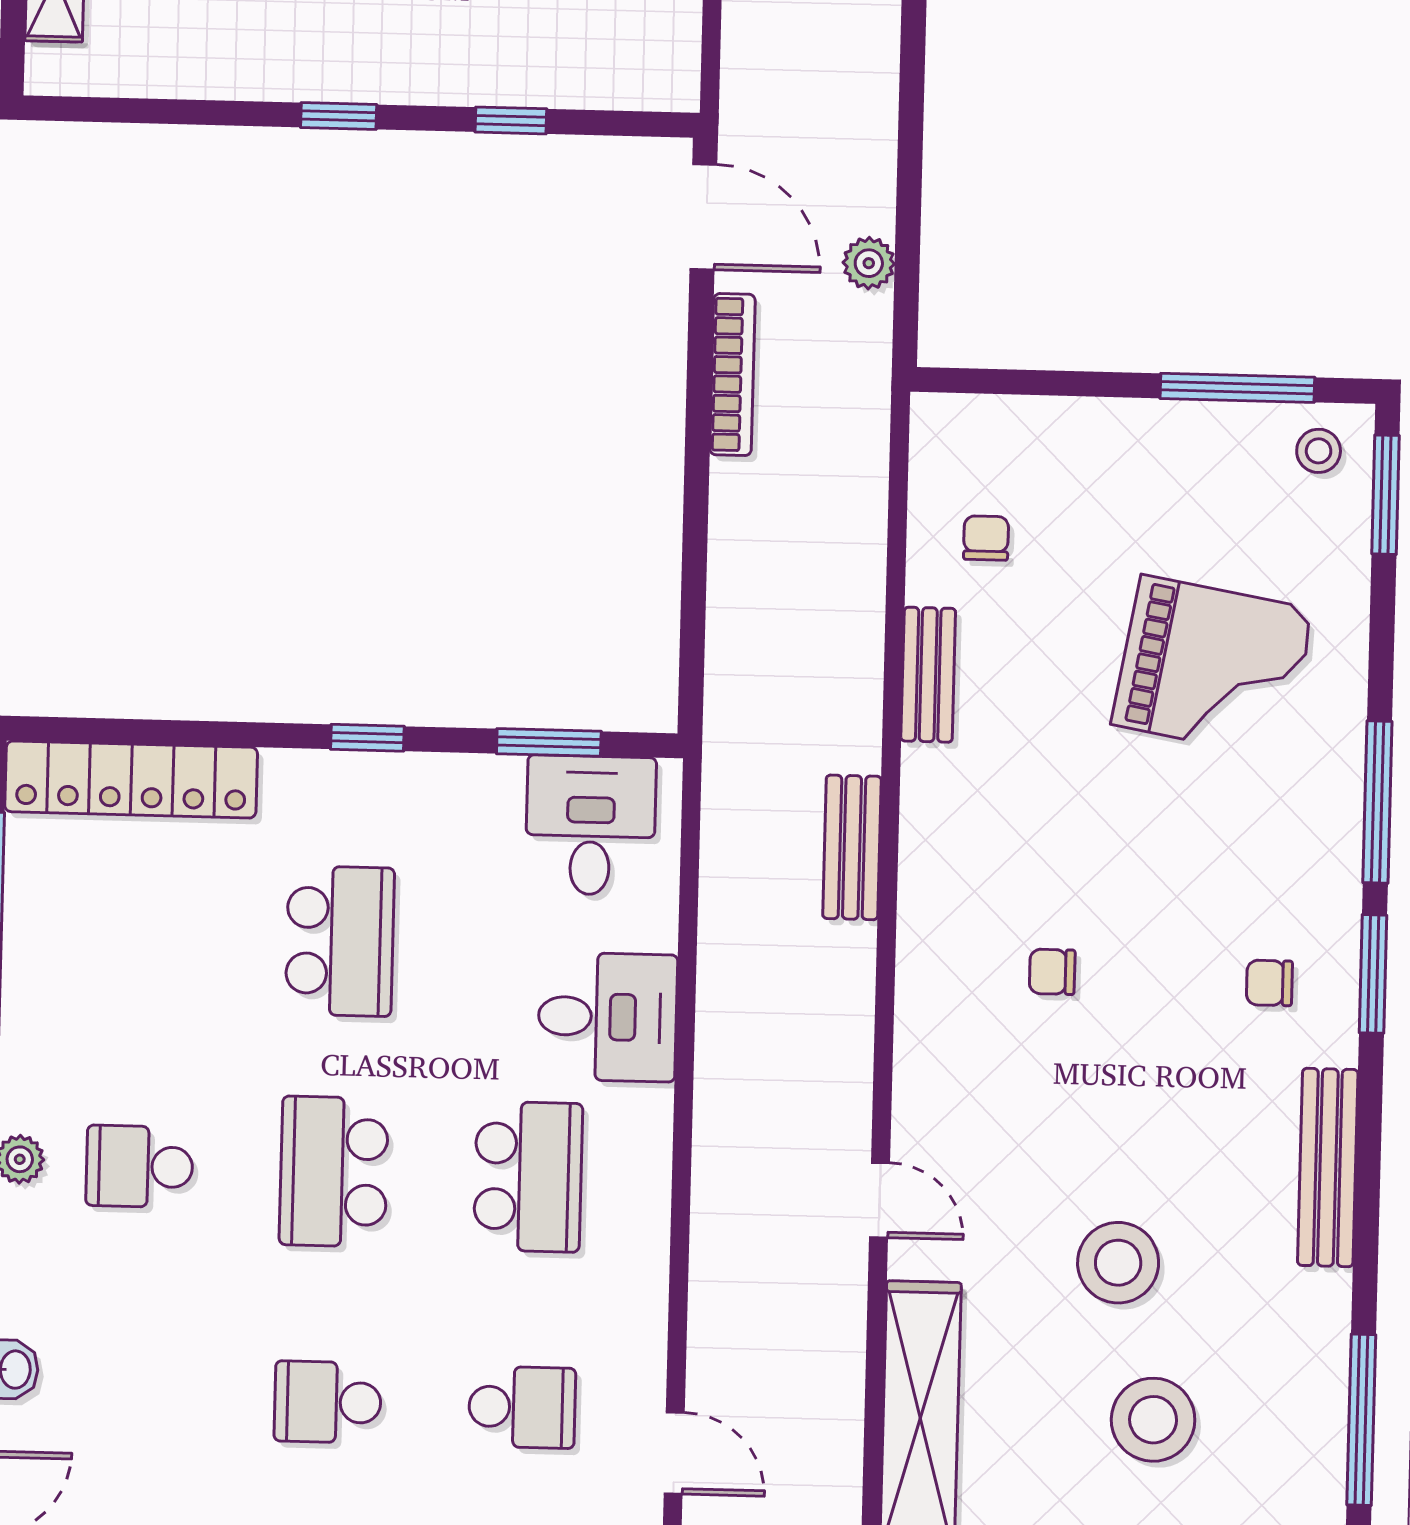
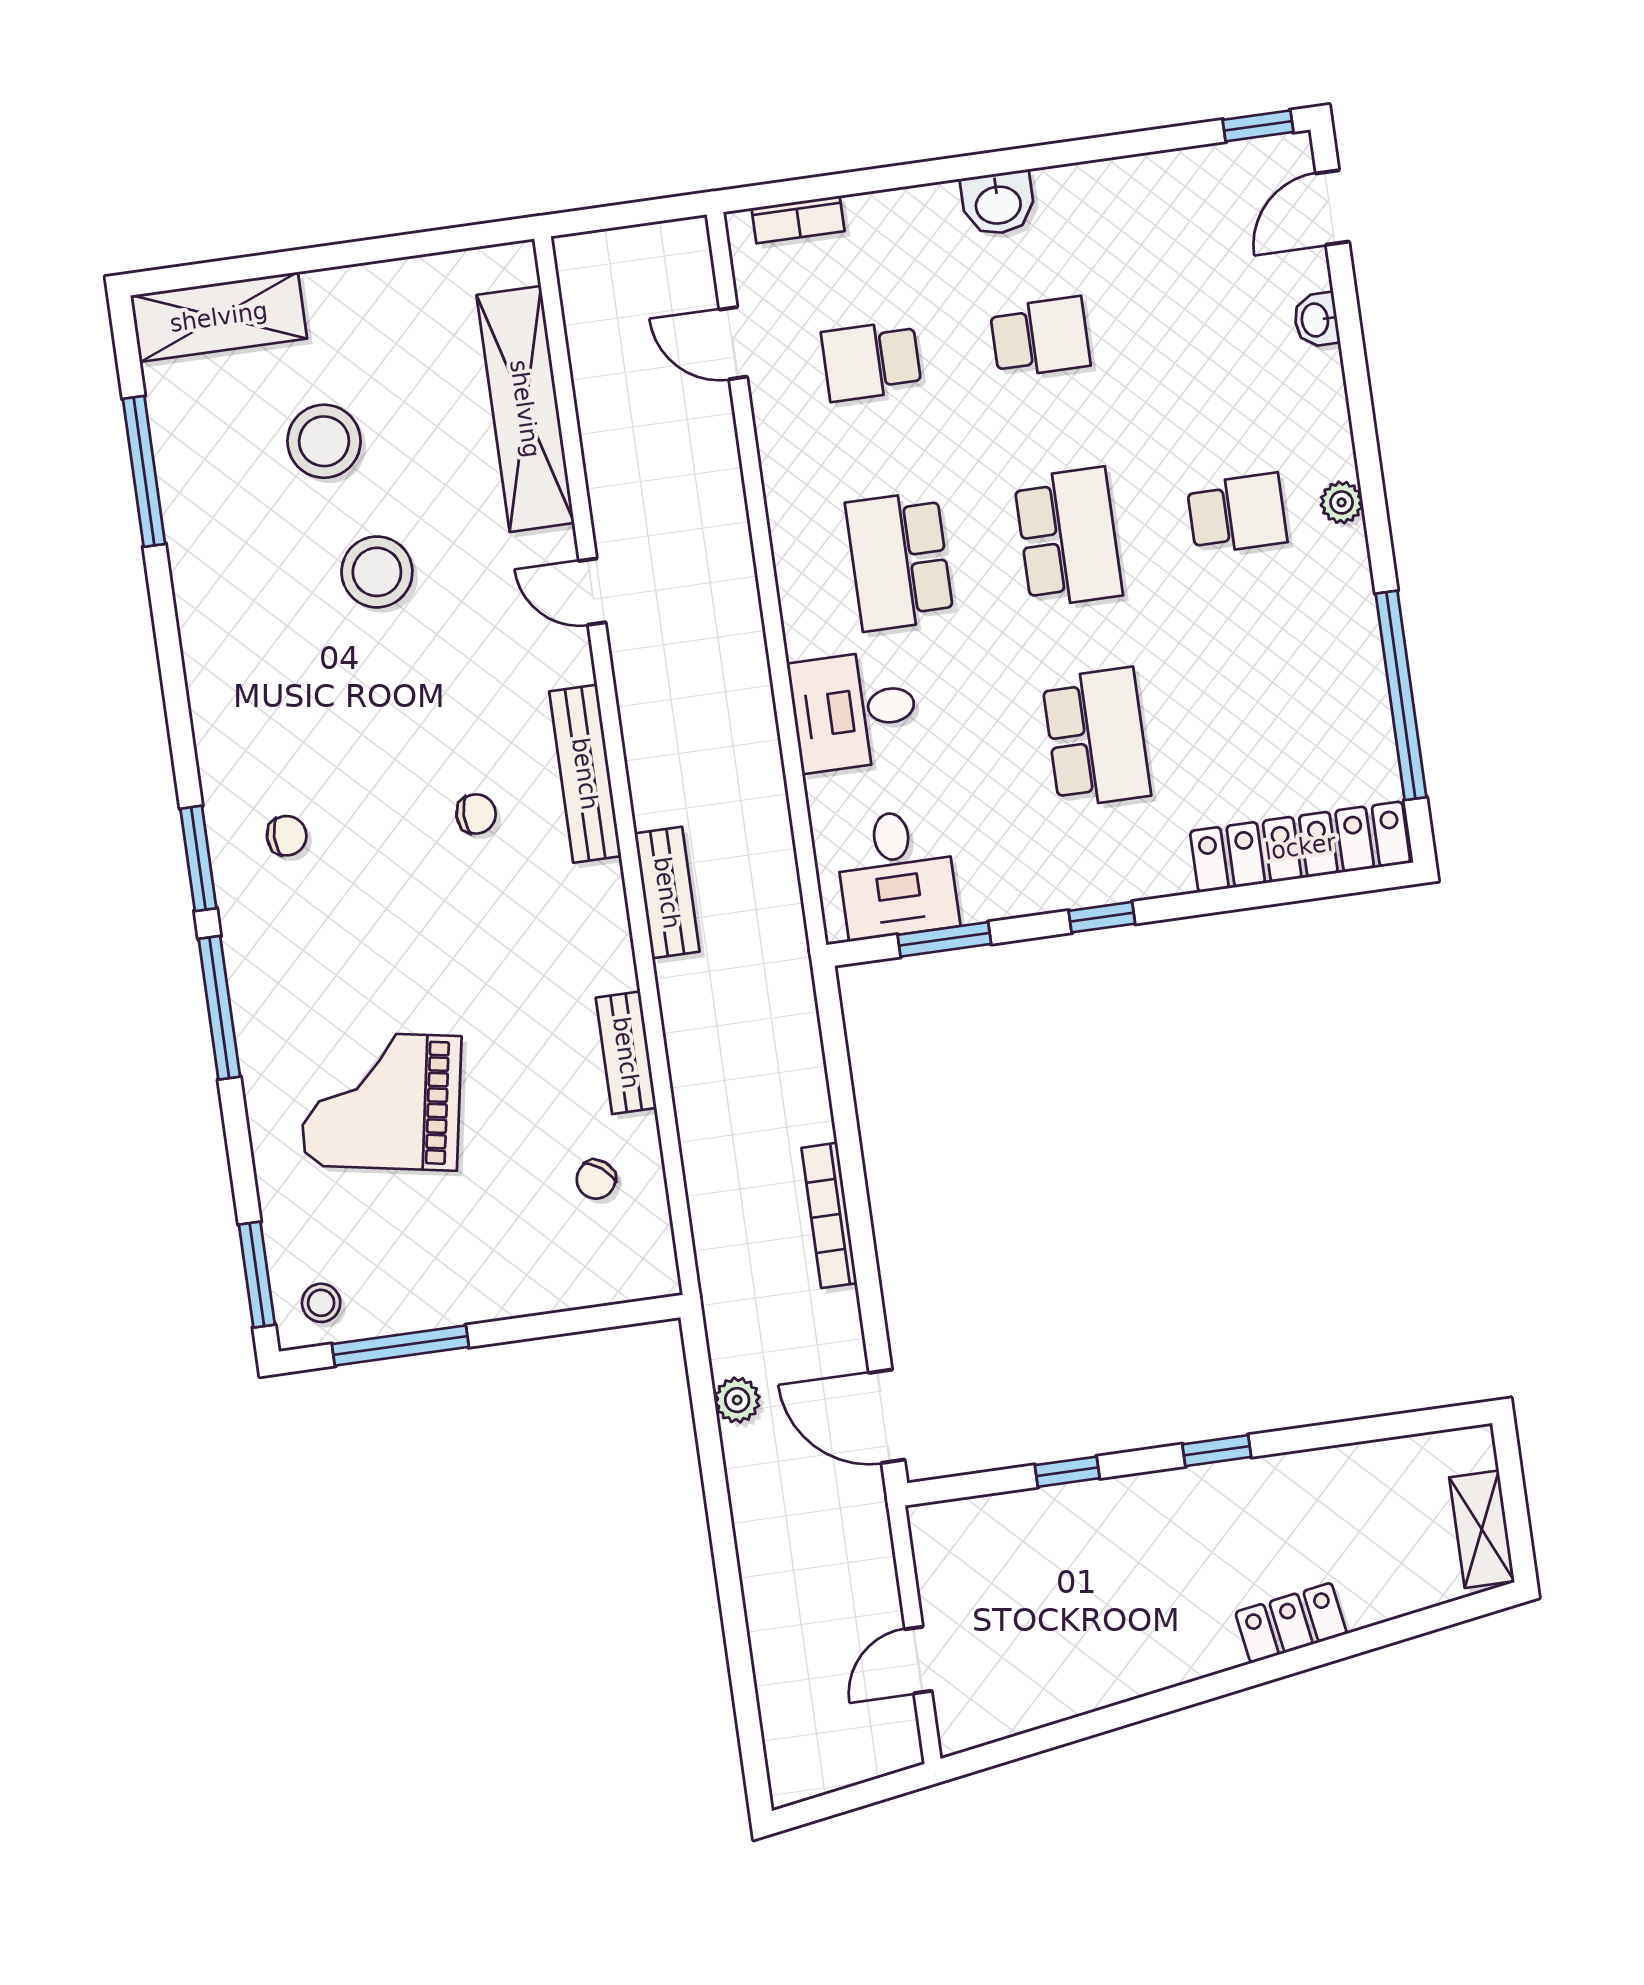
bookcase: (732, 375) -> (829, 1215), moved
chair: (986, 538) -> (596, 1179), turned 38
school desk: (340, 941) -> (1096, 737), turned 180
bench: (1328, 1167) -> (585, 774), moved

